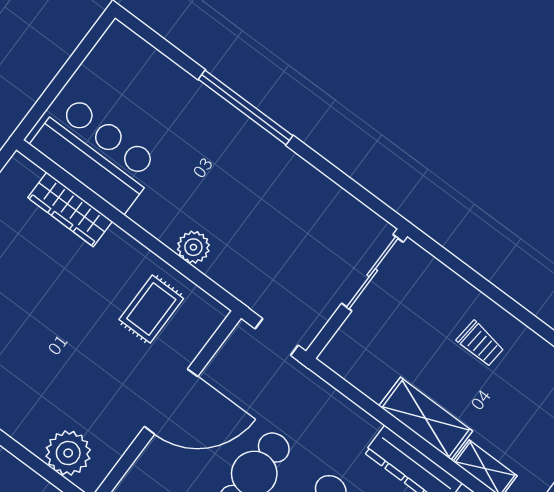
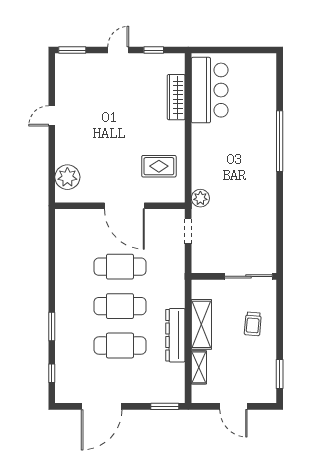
plant: (193, 247) -> (200, 198), moved
sliding door: (372, 273) -> (248, 276), moved
wall: (357, 294) -> (234, 276), moved

